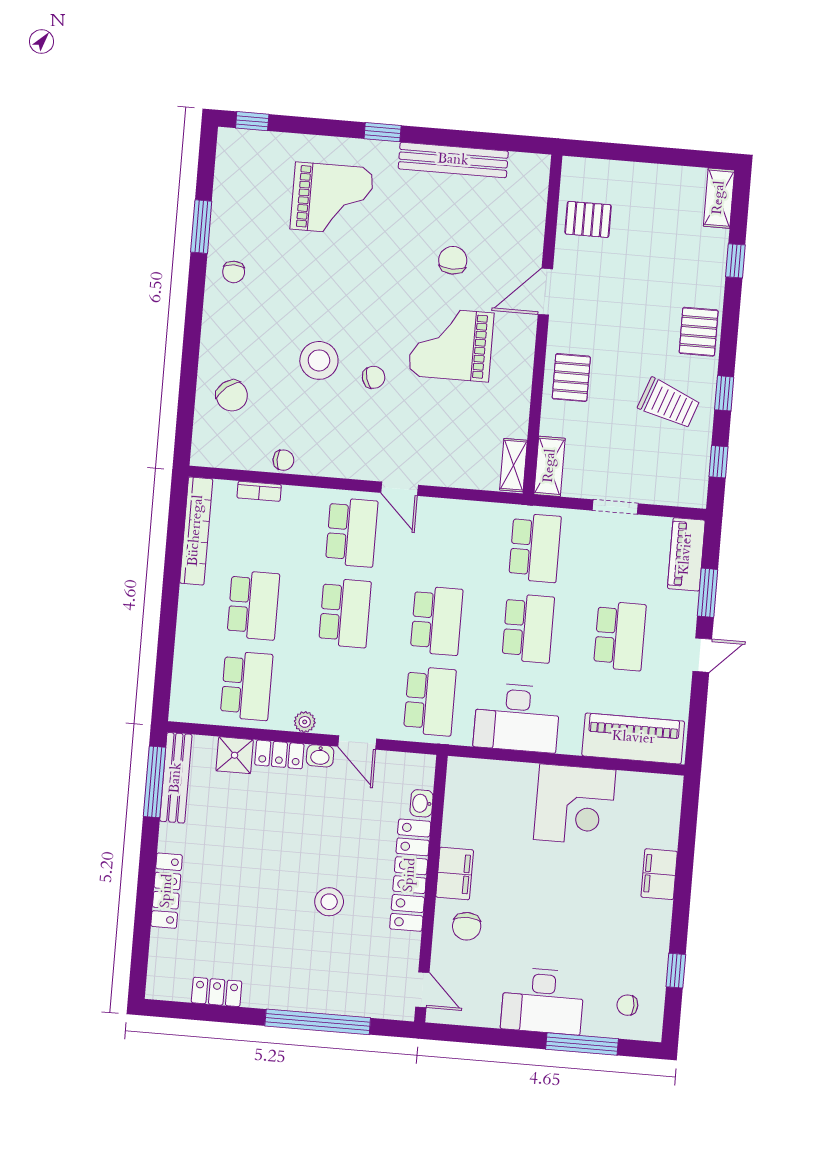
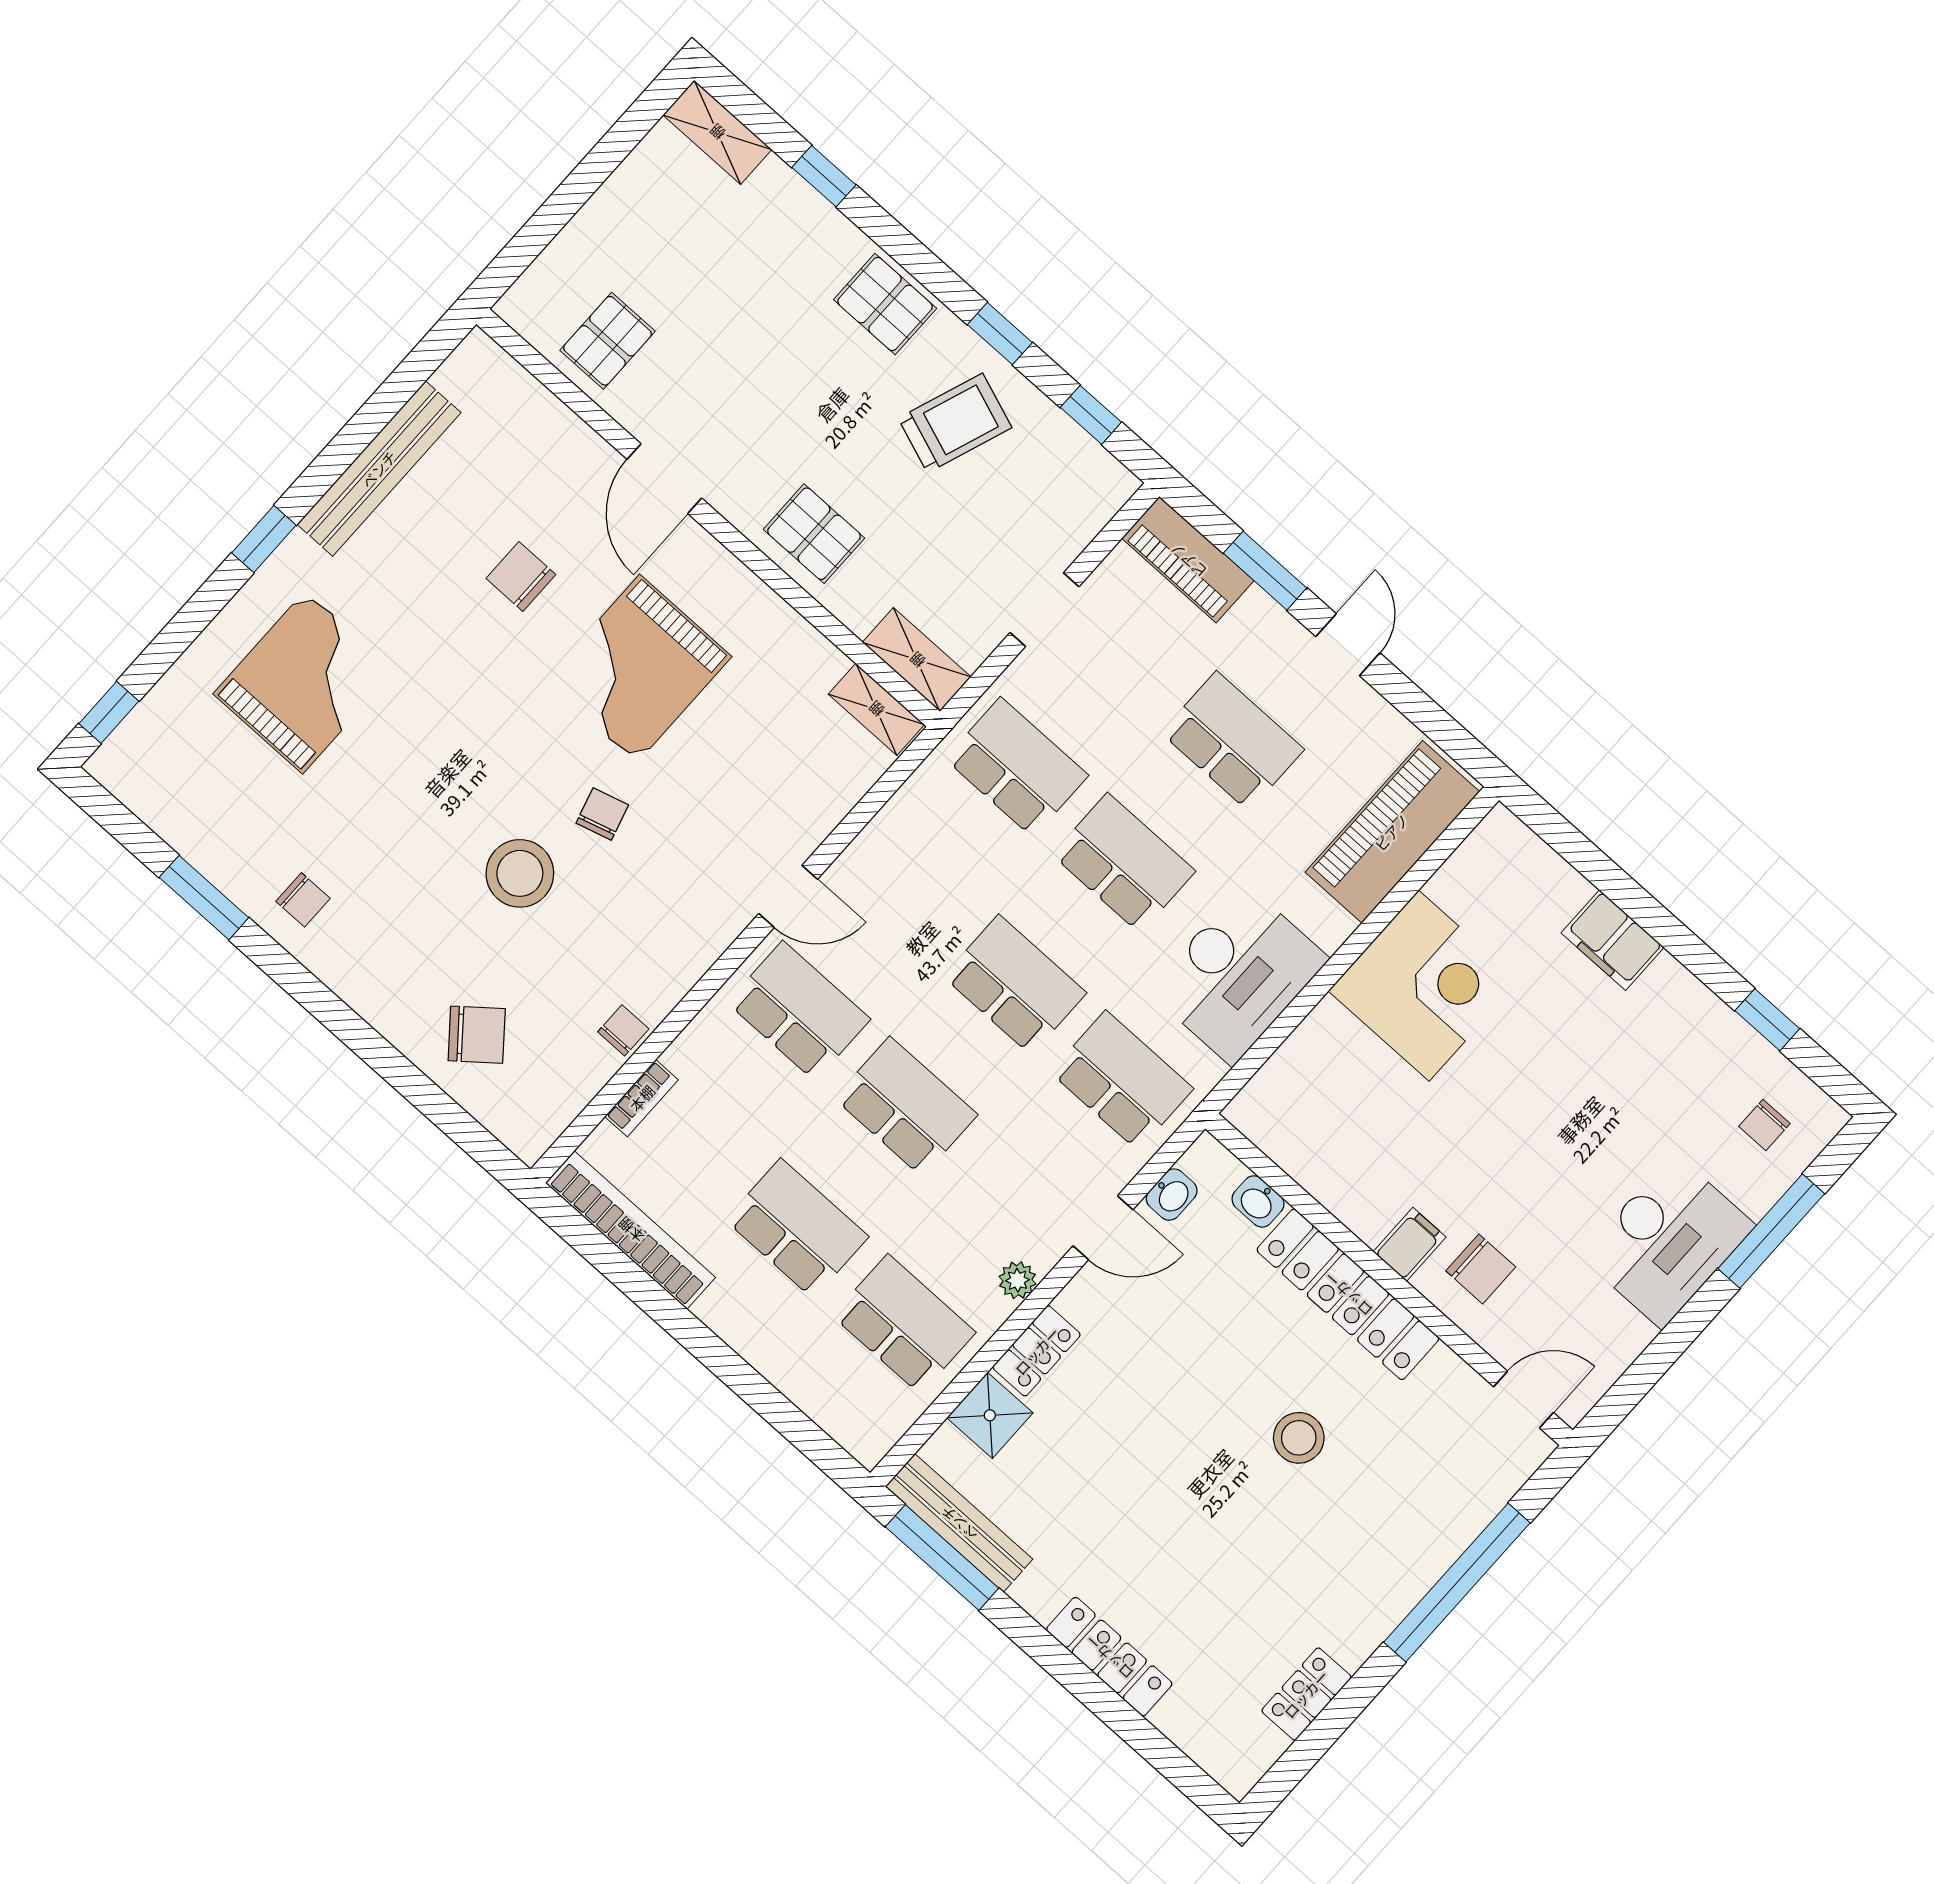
washbasin: (320, 756) -> (1172, 1195), moved
filing cabinet: (455, 873) -> (1410, 1244), width x0.50

